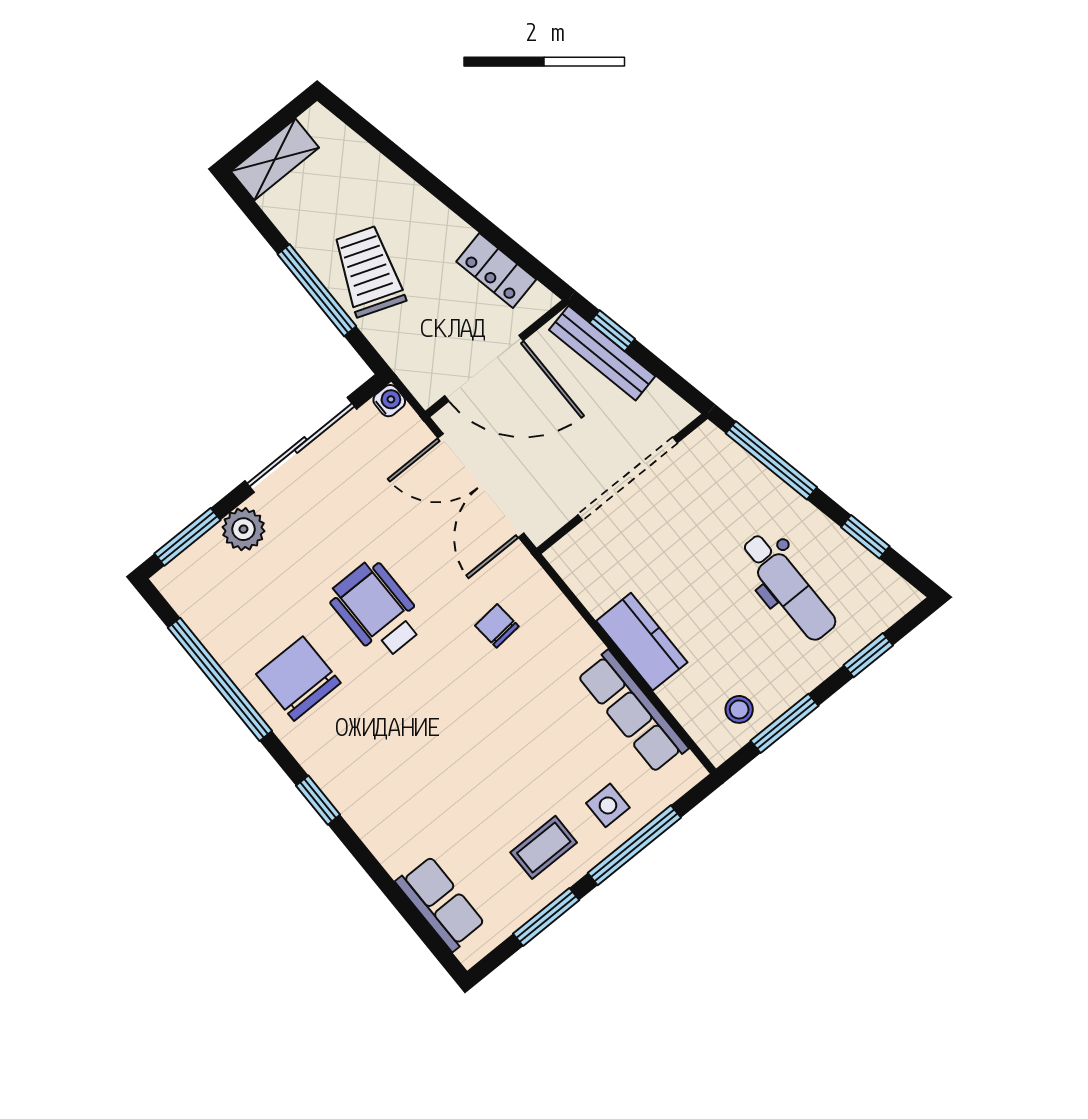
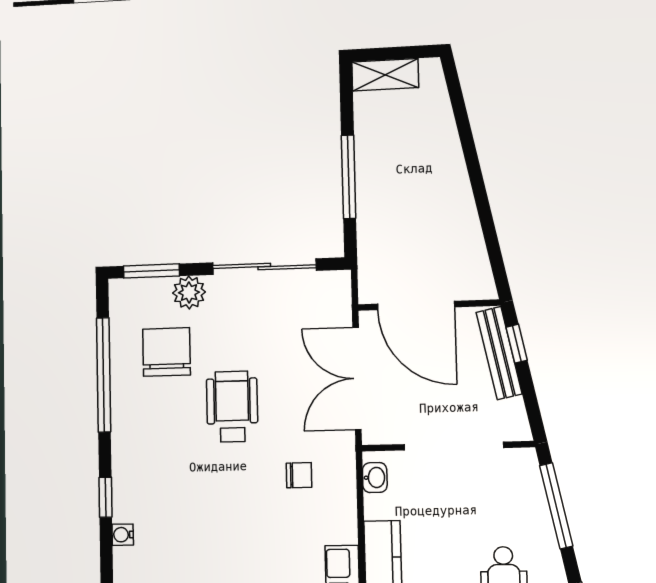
trolley: (369, 271) -> (390, 189), removed
locker: (496, 271) -> (471, 249), removed
water cooler: (389, 401) -> (123, 535), moved, turned 180
washbasin: (574, 570) -> (375, 478), added
chair: (497, 626) -> (299, 475), turned 95
chair: (298, 679) -> (167, 352), moved

